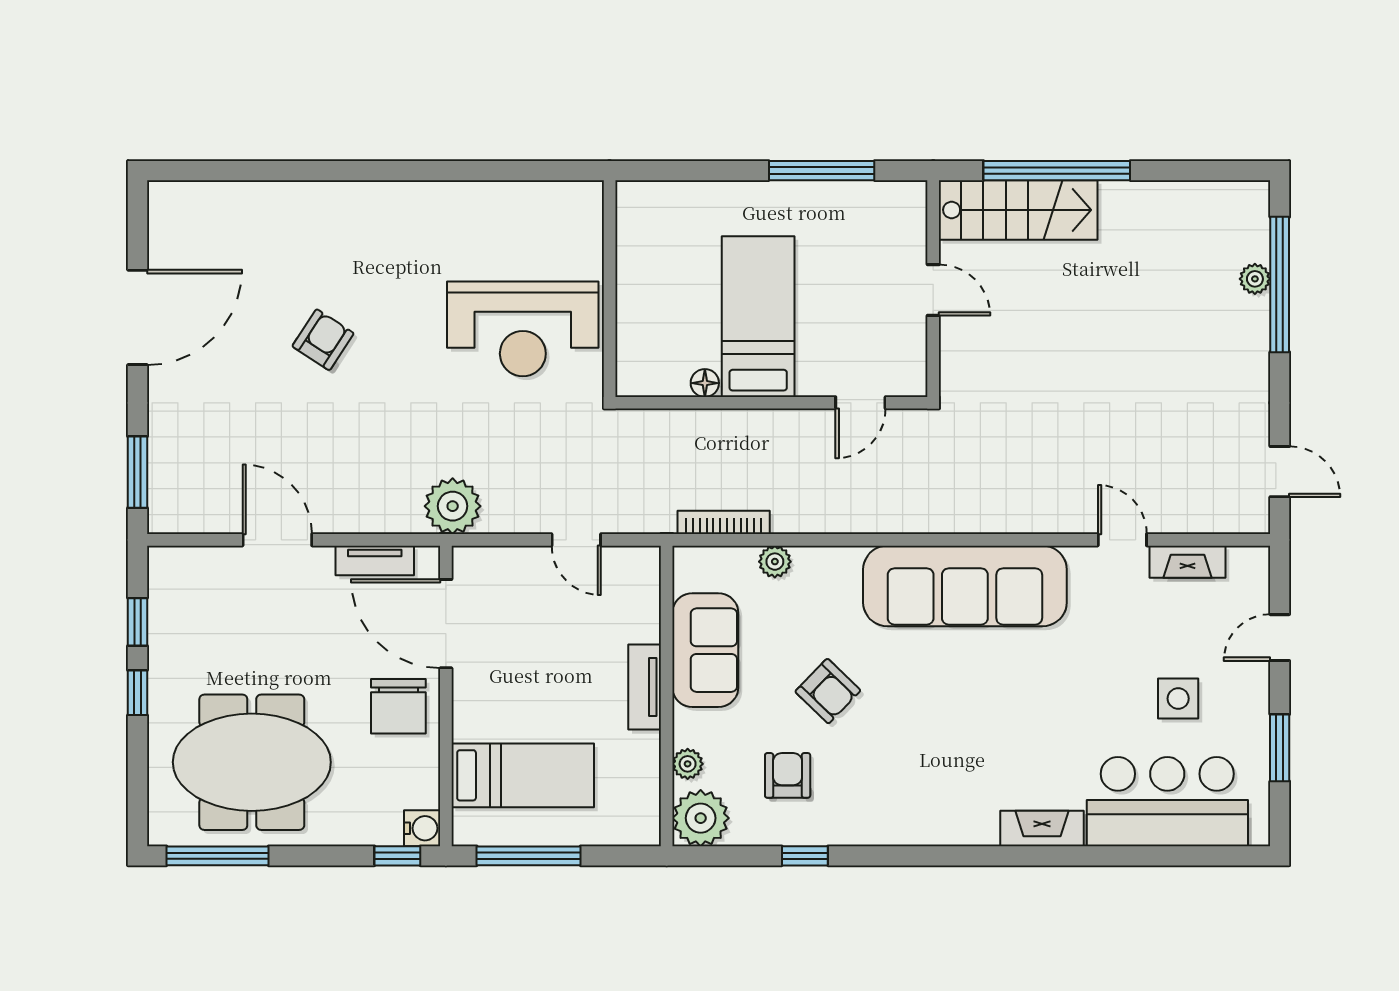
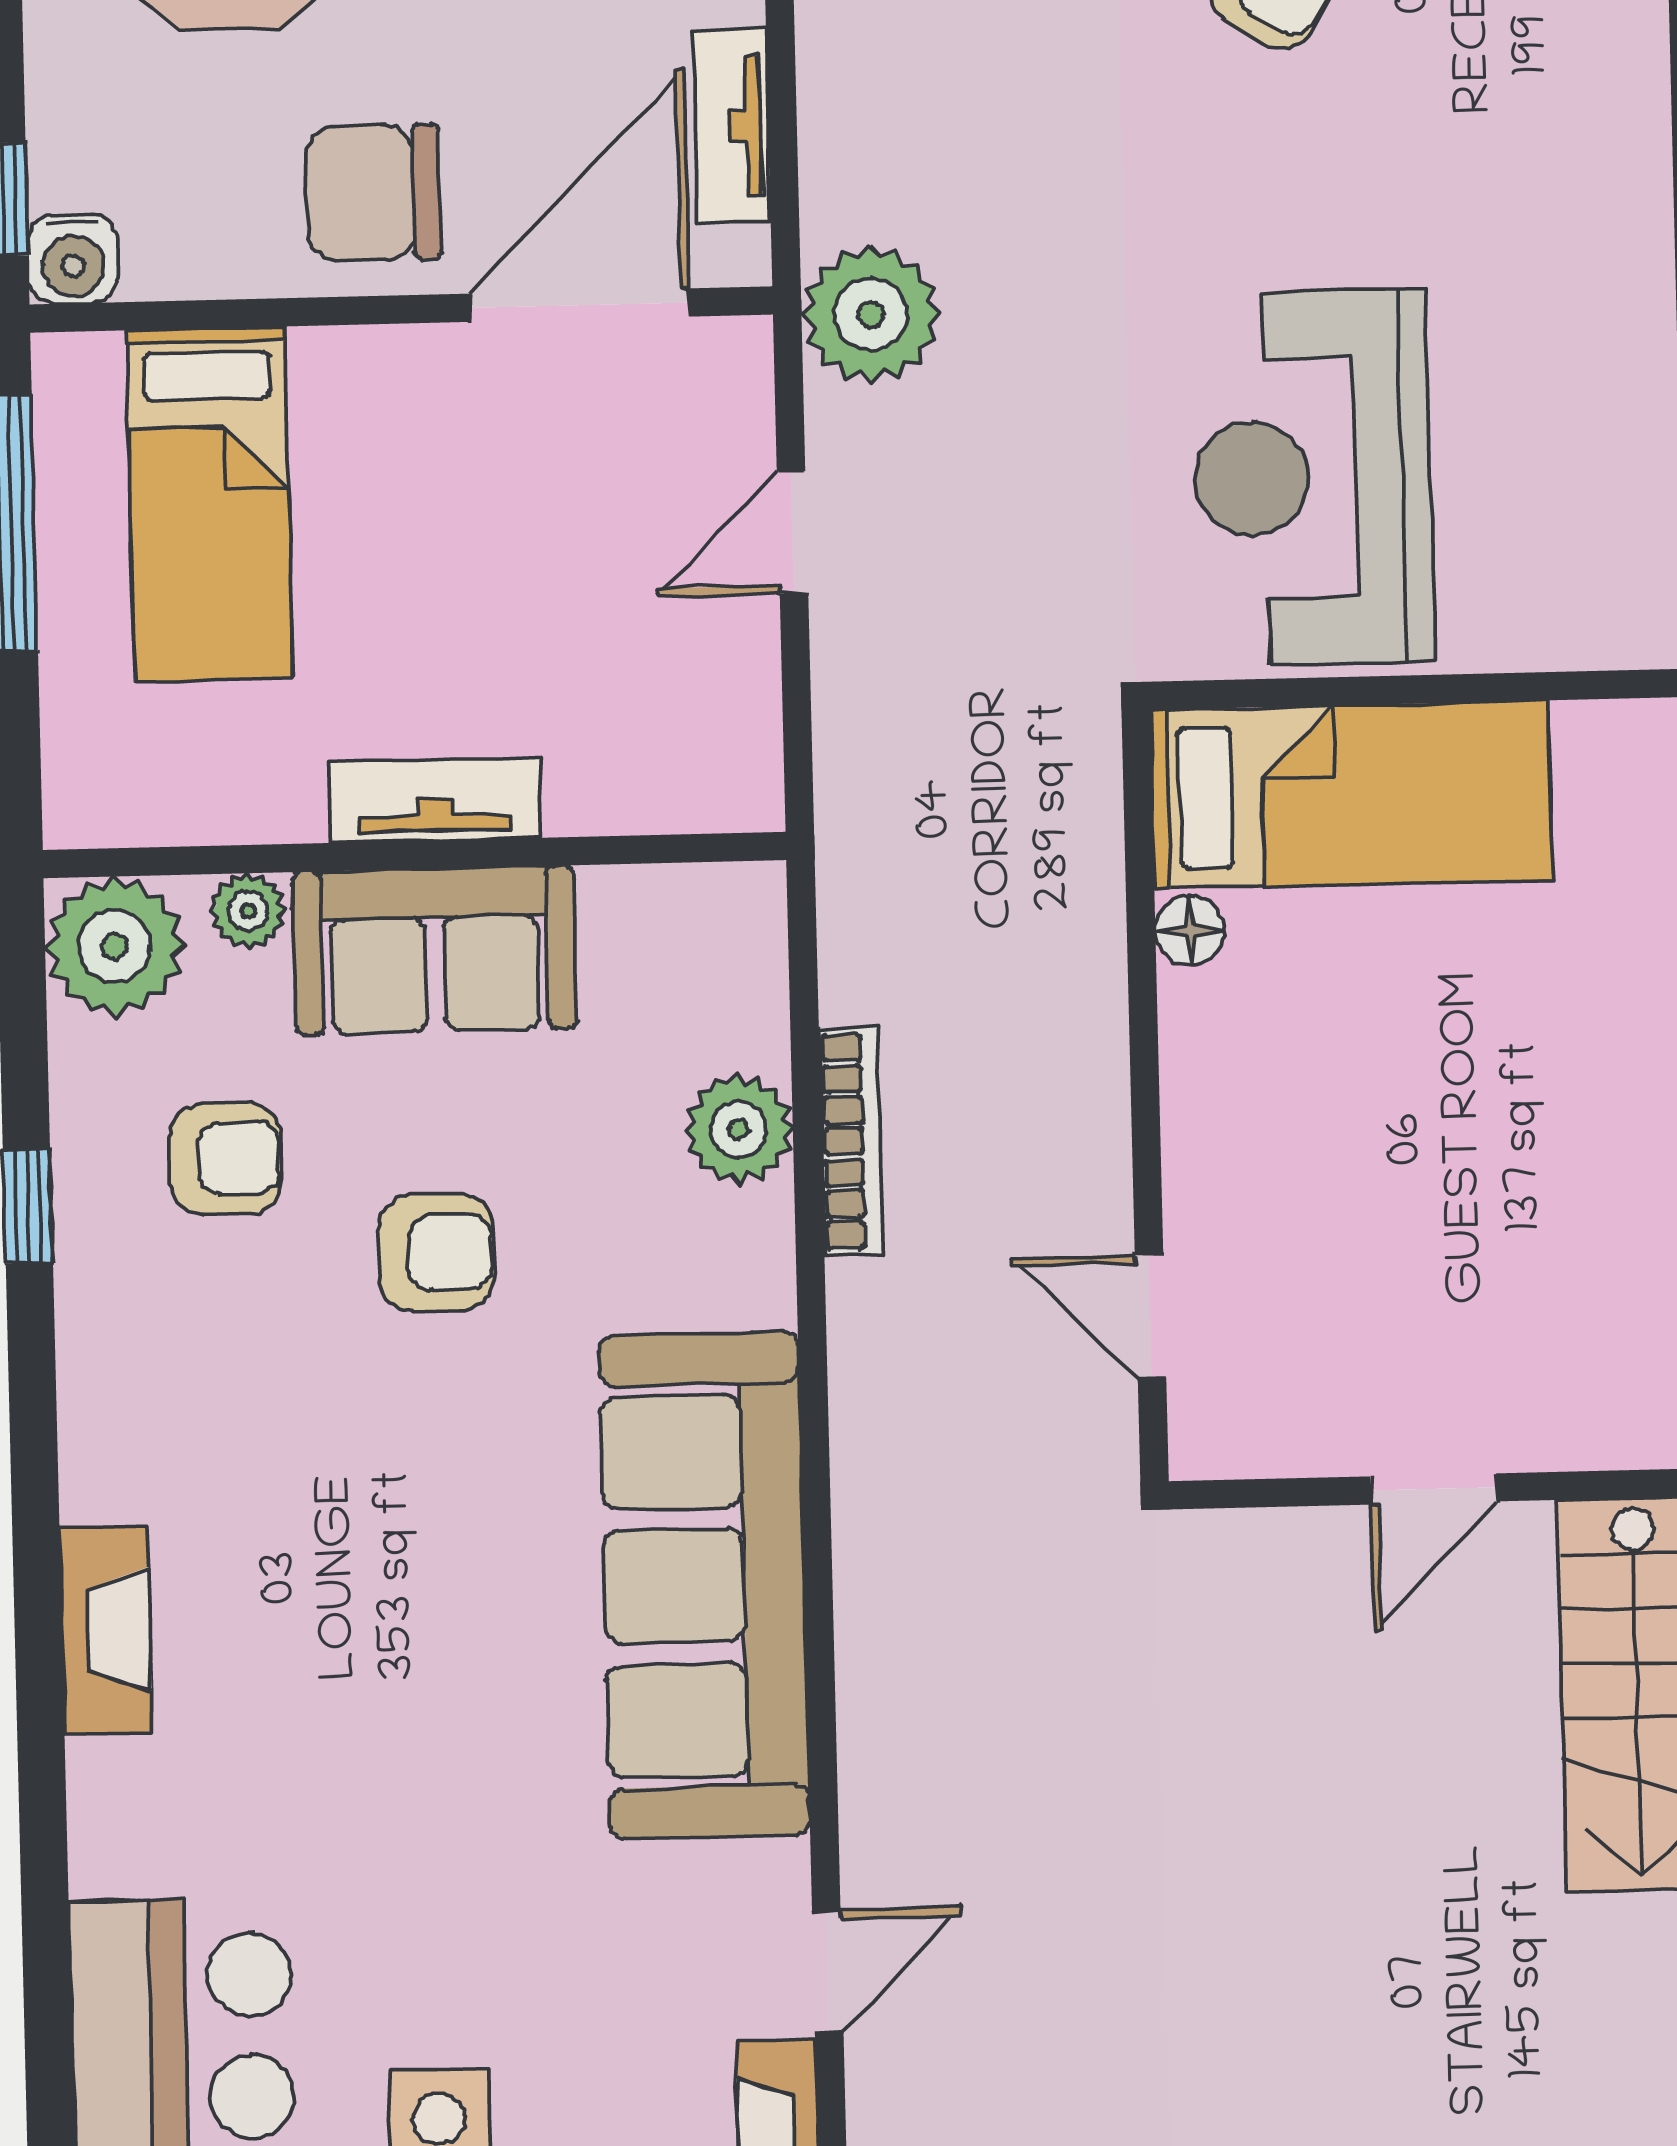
bed: (758, 317) -> (1351, 795), moved
bookcase: (724, 522) -> (851, 1141), moved
door: (576, 540) -> (793, 533), moved
plant: (775, 562) -> (739, 1129), width x1.38, depth x1.38
sofa: (705, 650) -> (435, 950), moved
armchair: (828, 691) -> (436, 1253), turned -134
fireplace: (1042, 828) -> (106, 1630), moved

